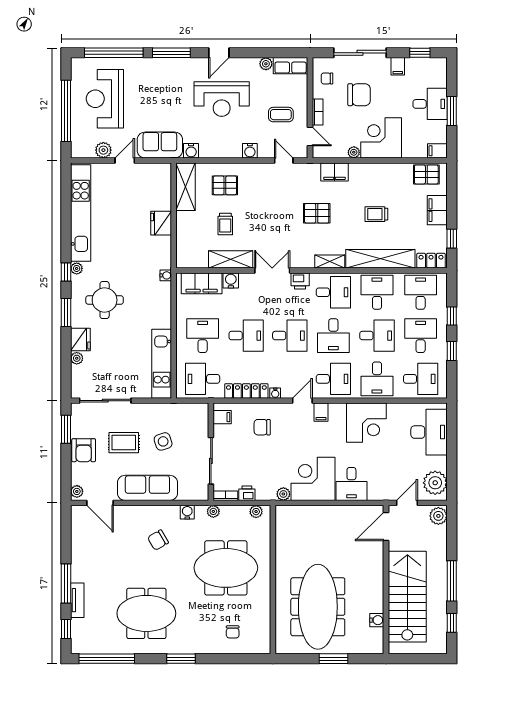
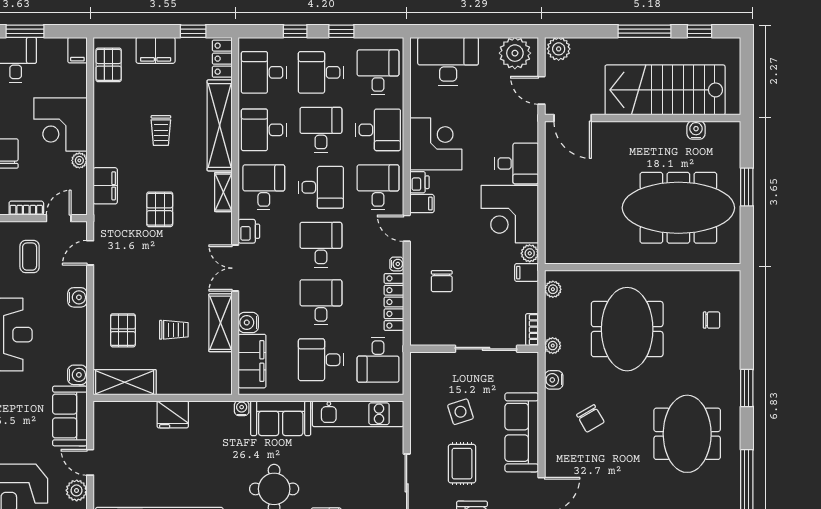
sofa: (158, 305) -> (281, 418), added
filing cabinet: (222, 417) -> (527, 273), moved, turned -90
printer: (247, 493) -> (419, 182), moved, turned 180

